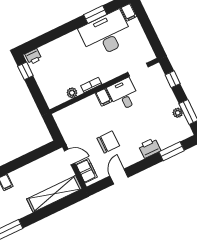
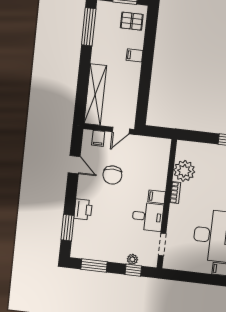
plant: (72, 93) -> (184, 171), width x1.88, depth x1.88
plant: (178, 113) -> (132, 259), moved
filing cabinet: (87, 171) -> (98, 138), width x0.50

